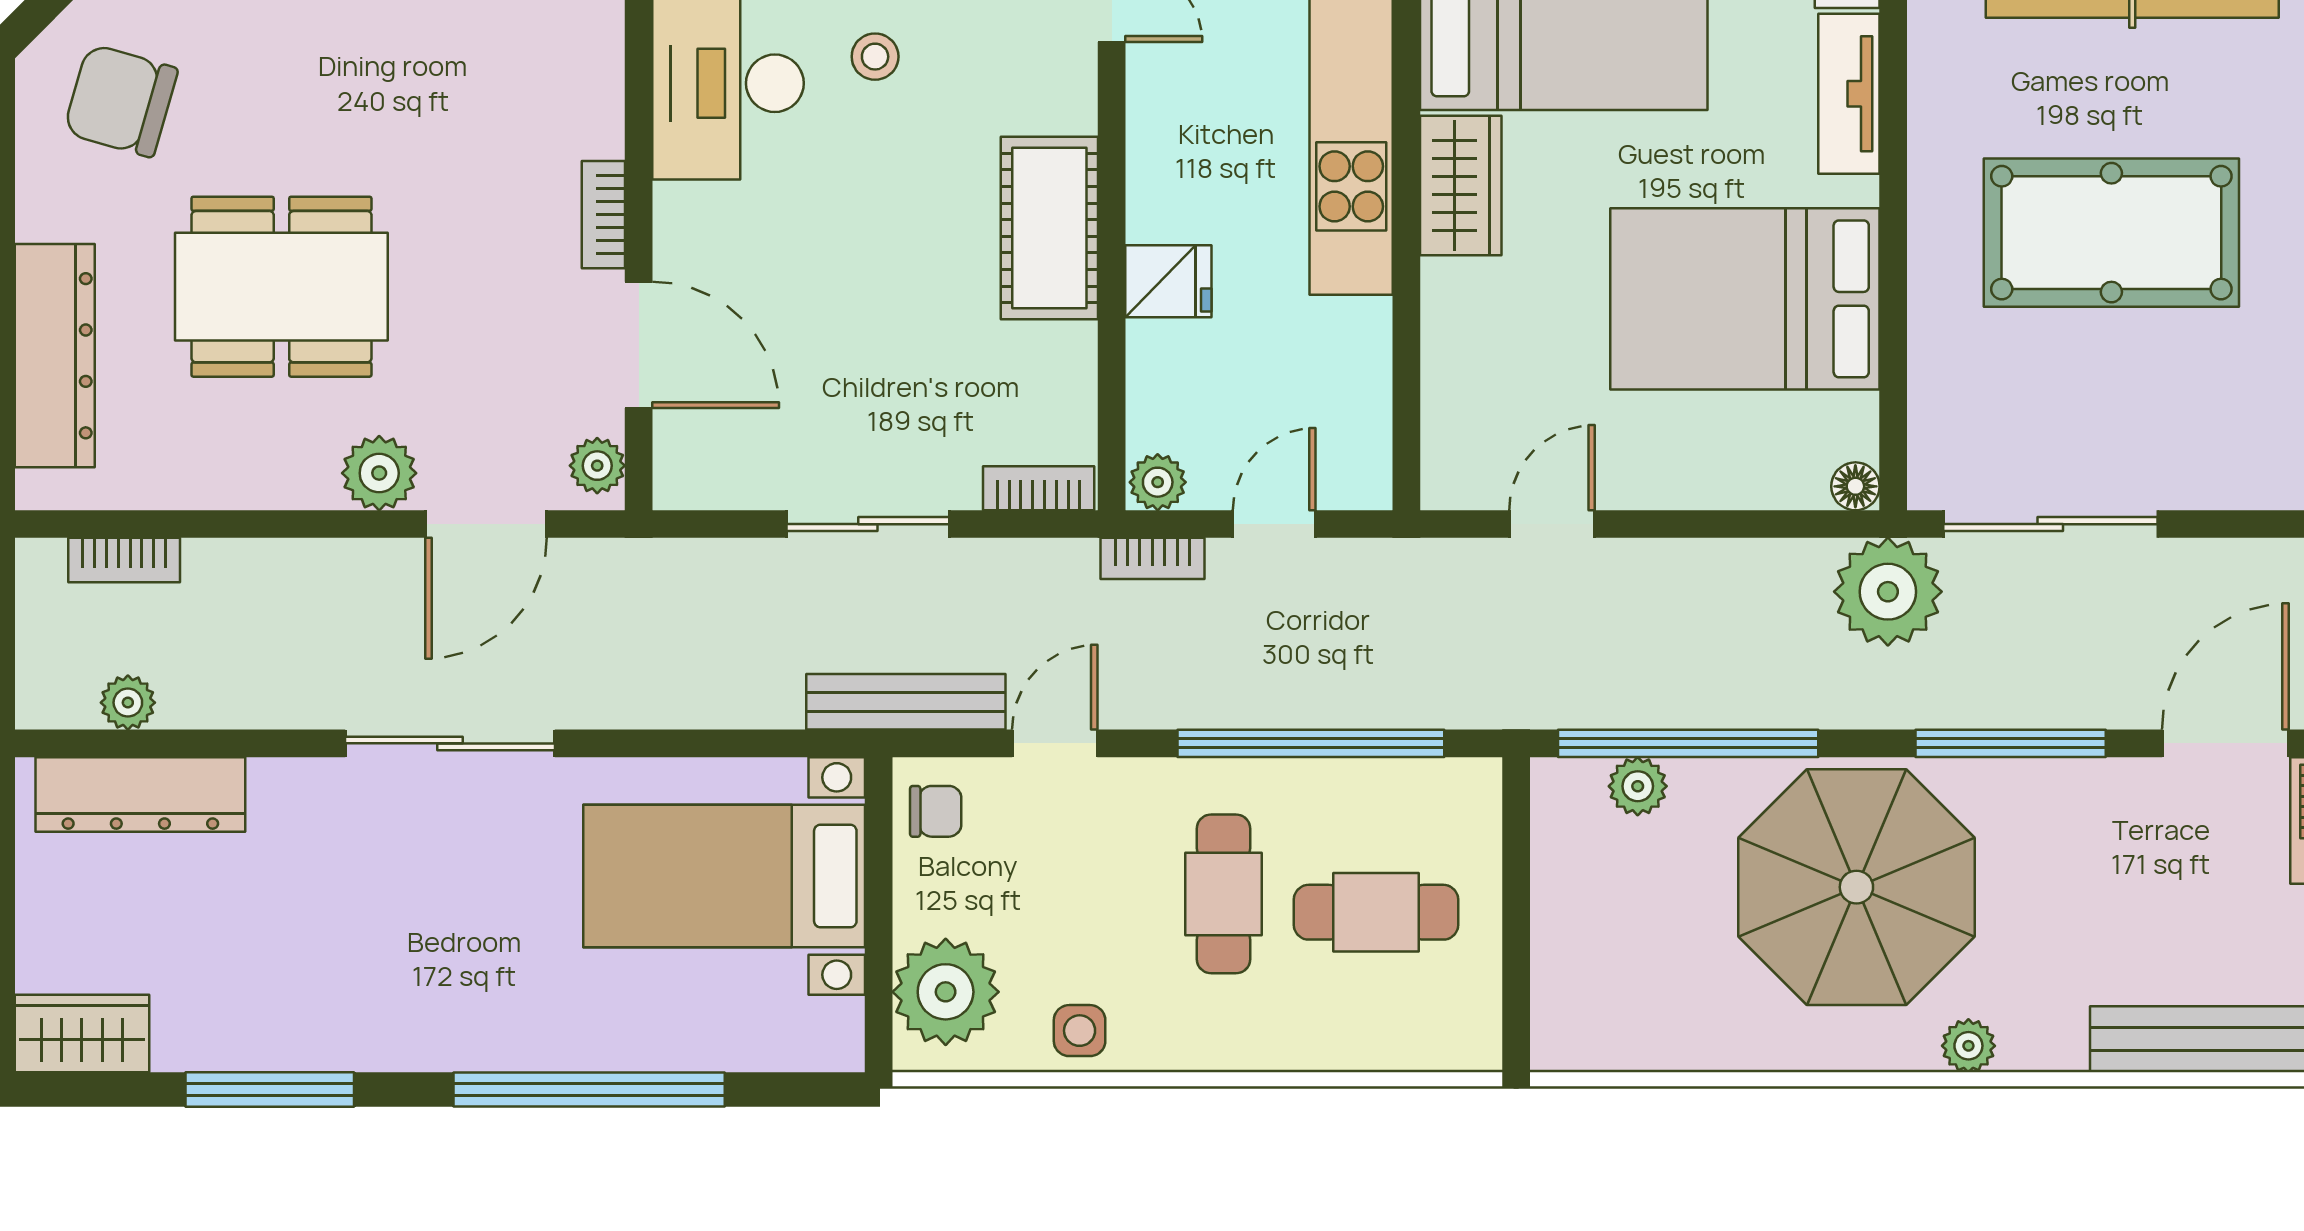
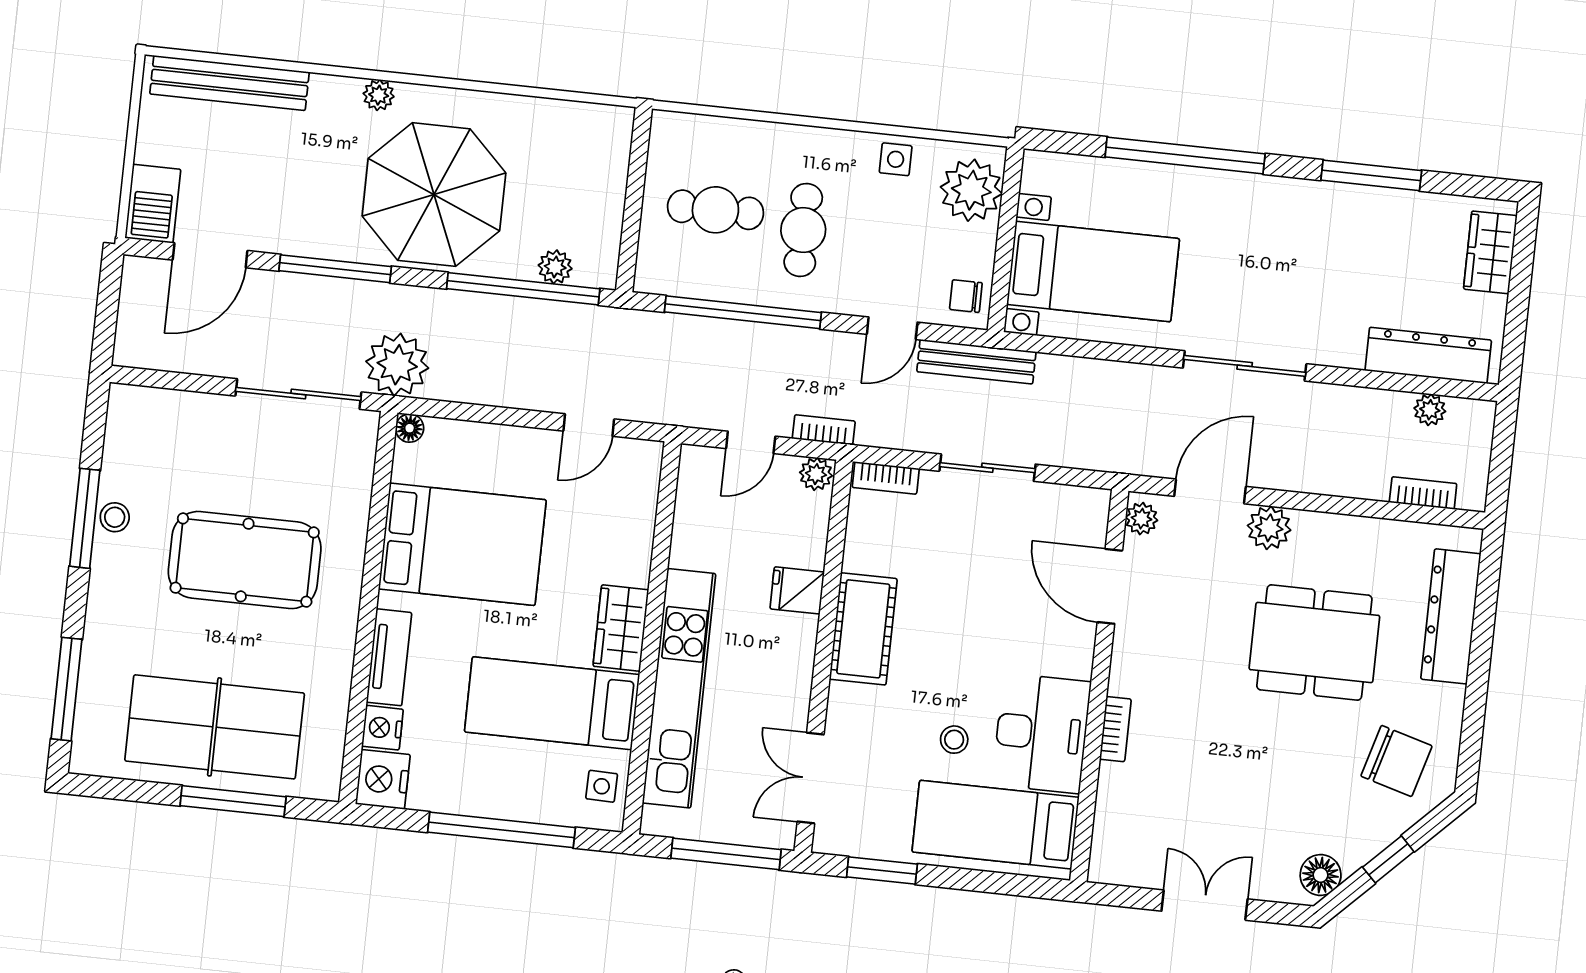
bookcase: (603, 215) -> (1115, 729), moved
wardrobe: (82, 1034) -> (1490, 252), moved, turned 90

